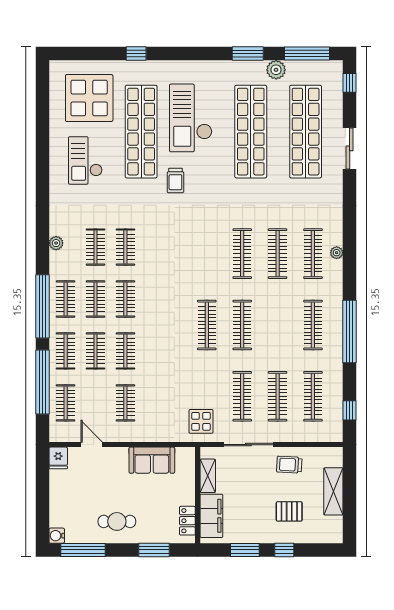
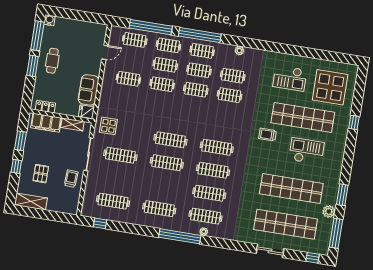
checkout: (191, 118) -> (306, 151), width x0.73, depth x0.83
checkout: (85, 160) -> (290, 78), turned 180
window: (350, 332) -> (180, 236), moved
clothes rail: (278, 396) -> (217, 147), moved
fridge: (58, 458) -> (86, 112), moved
shelving: (333, 491) -> (31, 201), moved
window: (154, 550) -> (33, 66), moved

